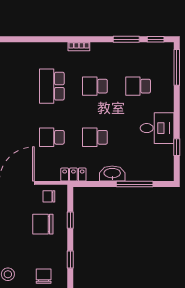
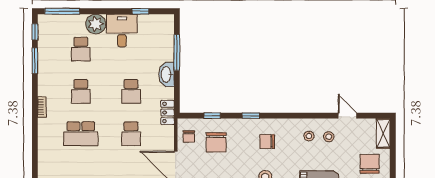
plant: (164, 101) -> (96, 24), added

